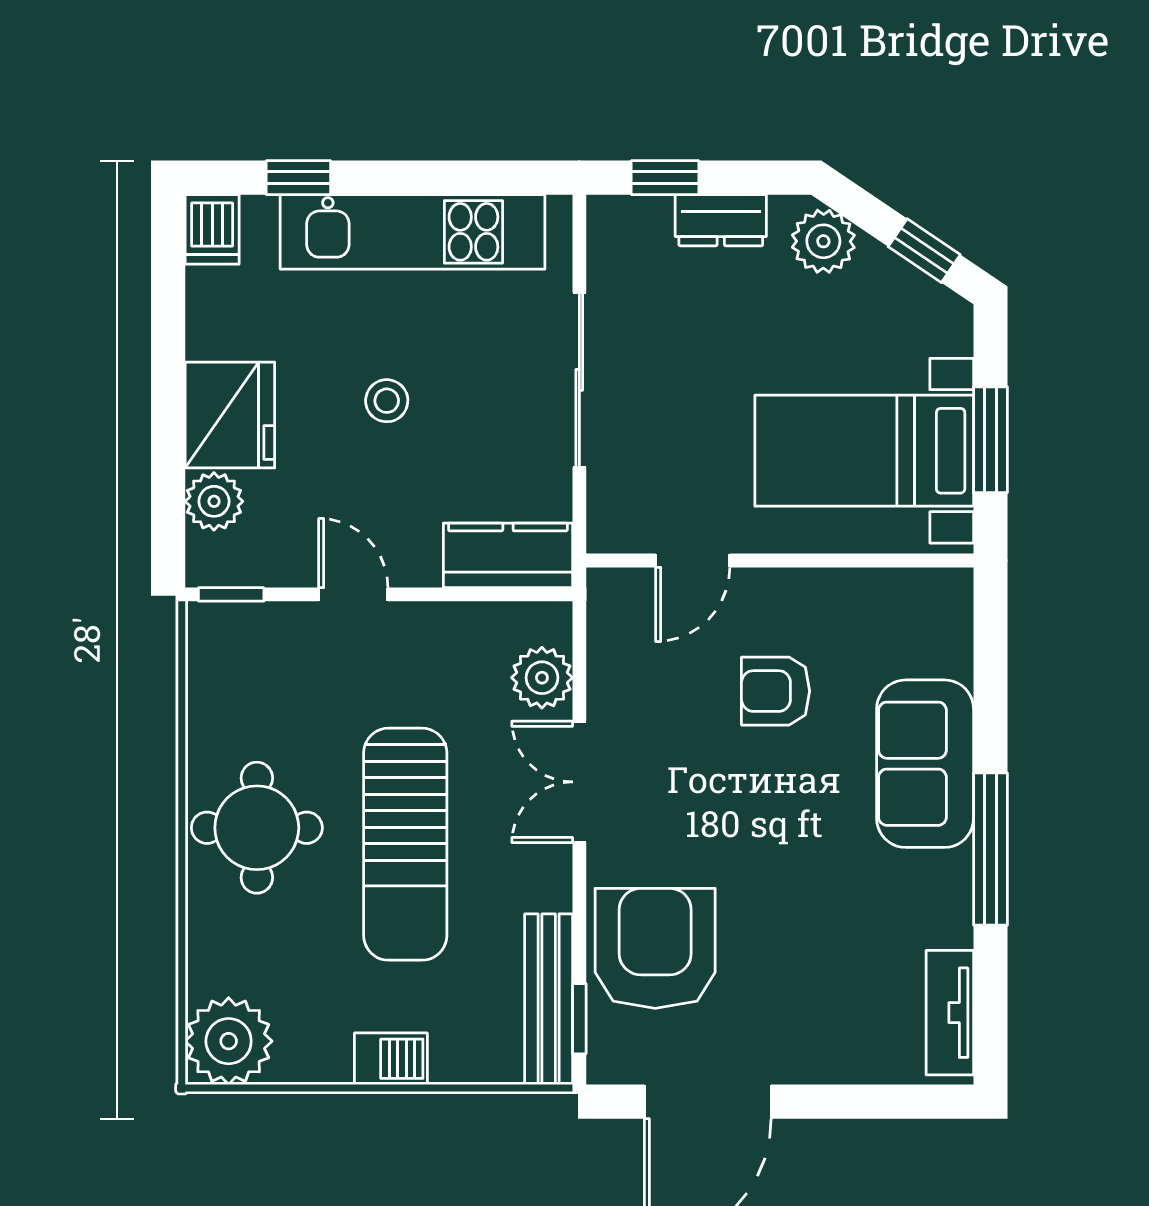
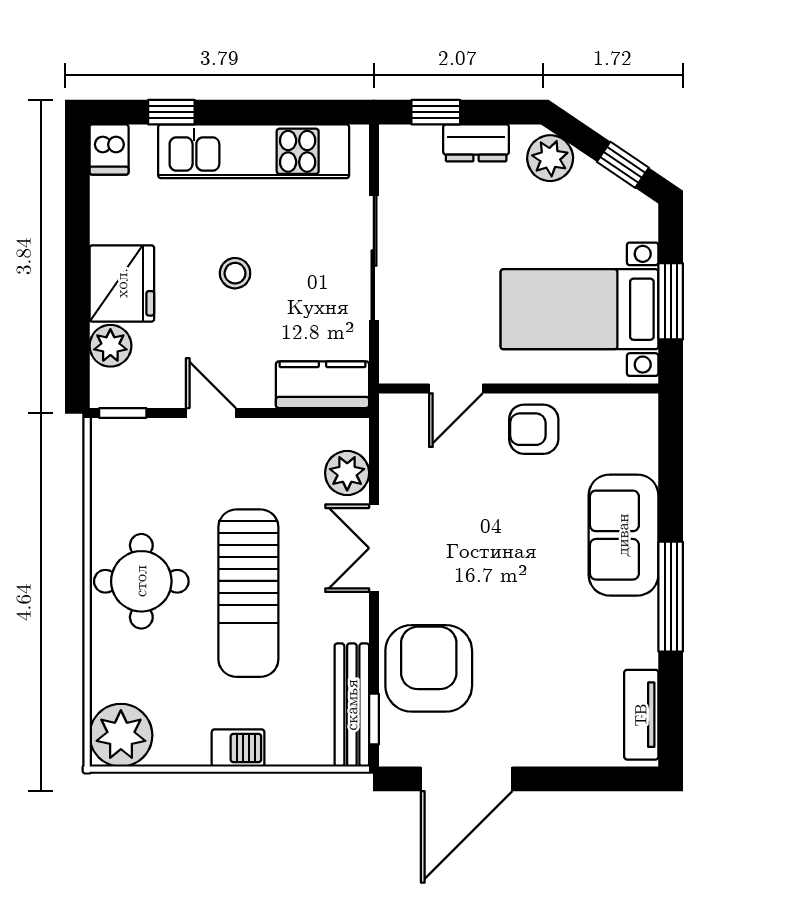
armchair: (776, 691) -> (534, 429), moved

